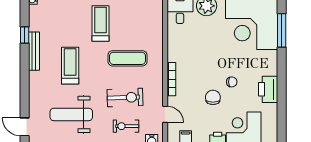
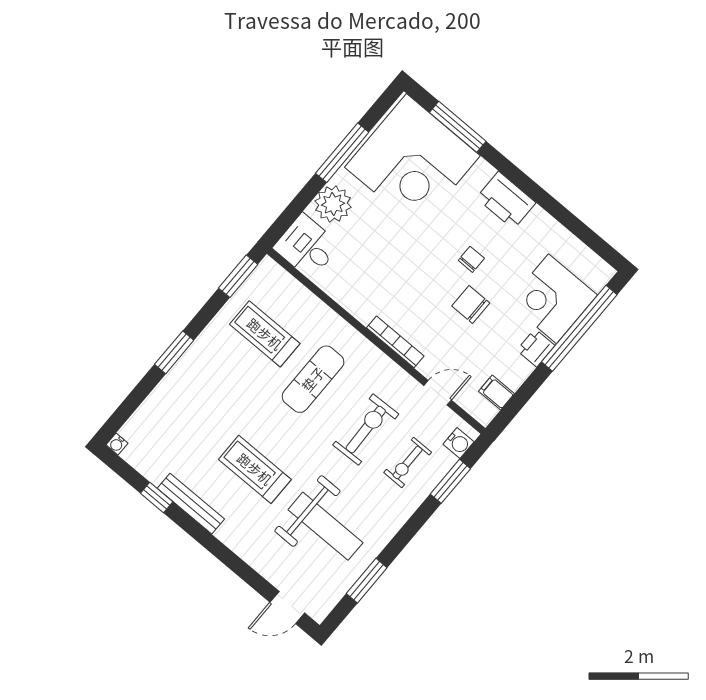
treadmill: (101, 24) -> (265, 334), moved
printer: (268, 89) -> (506, 200), moved
weight bench: (71, 114) -> (325, 526), turned -90

